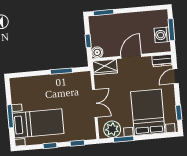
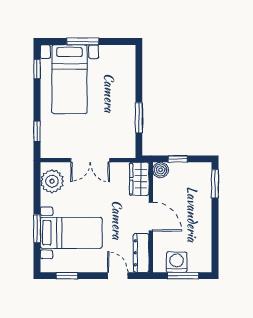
dresser: (162, 61) -> (141, 253), width x1.44
bed with nightstands: (148, 112) -> (71, 233), width x0.73
window: (124, 139) -> (37, 229), moved
window: (50, 146) -> (37, 69), moved

